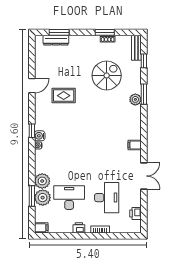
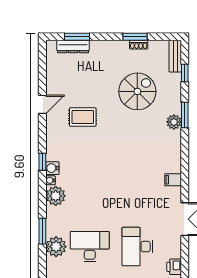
plant: (42, 181) -> (56, 196), moved
window: (32, 196) -> (42, 231), moved
desk: (107, 198) -> (137, 247), turned 180

